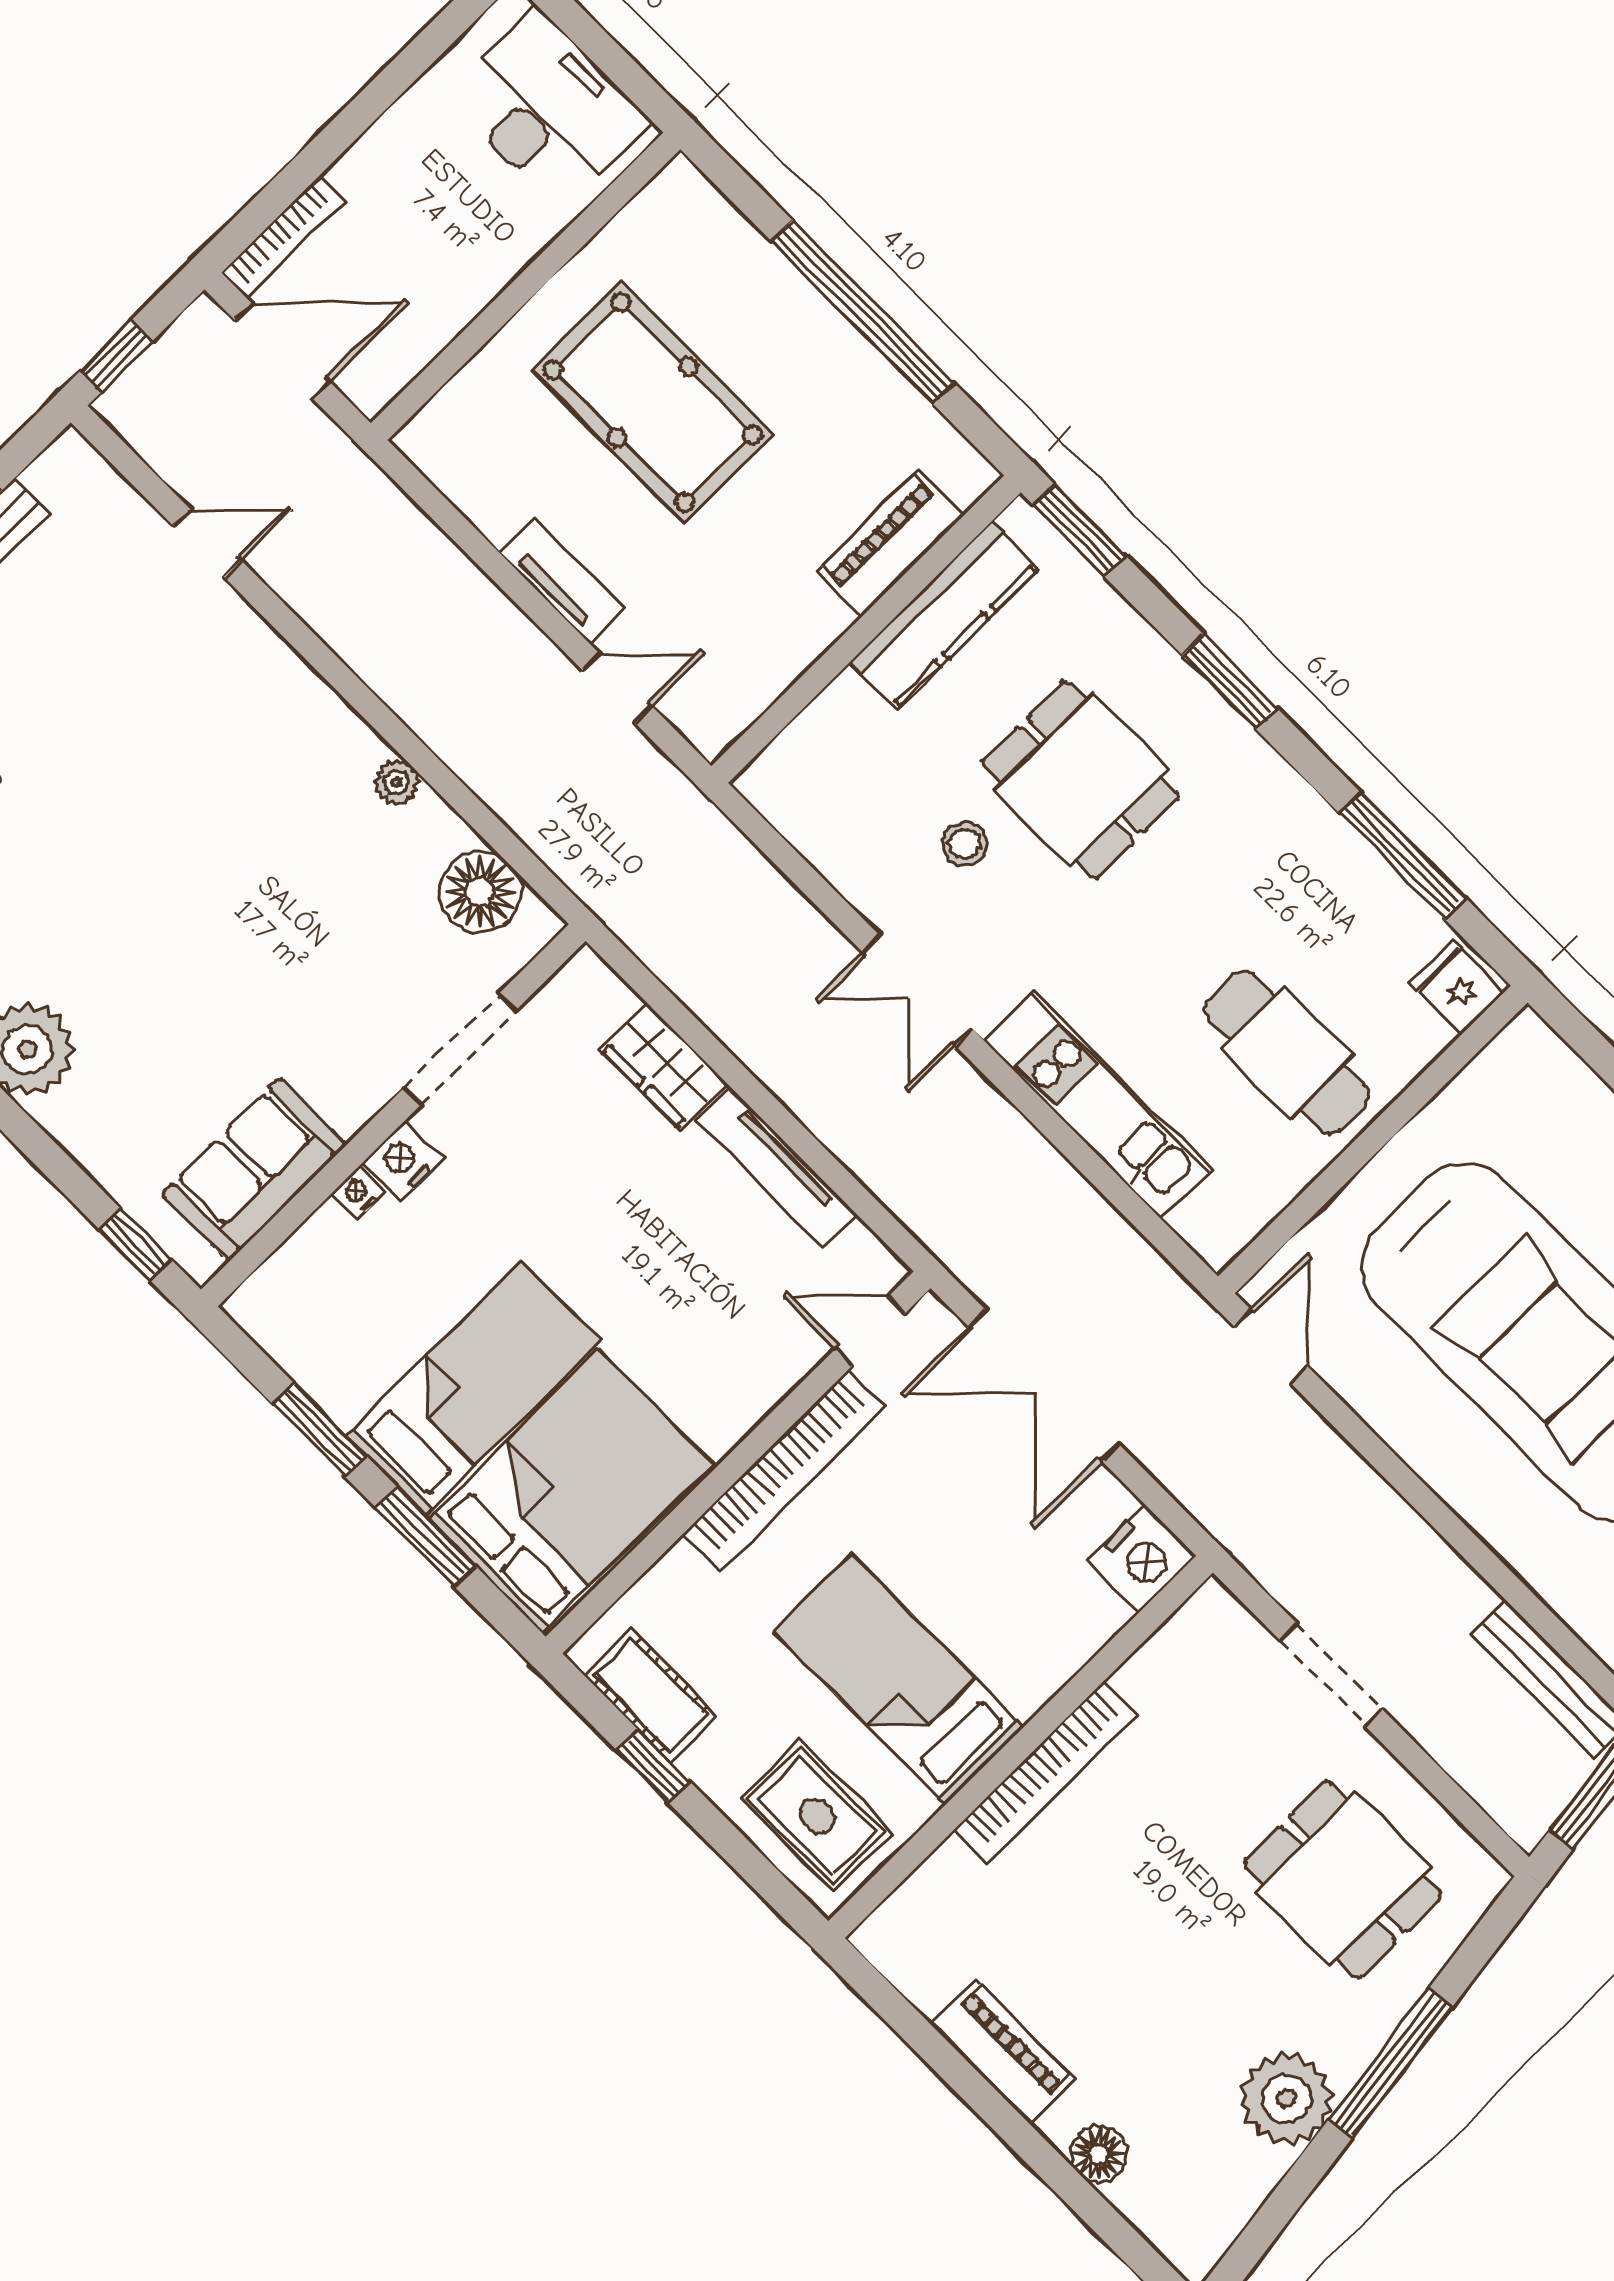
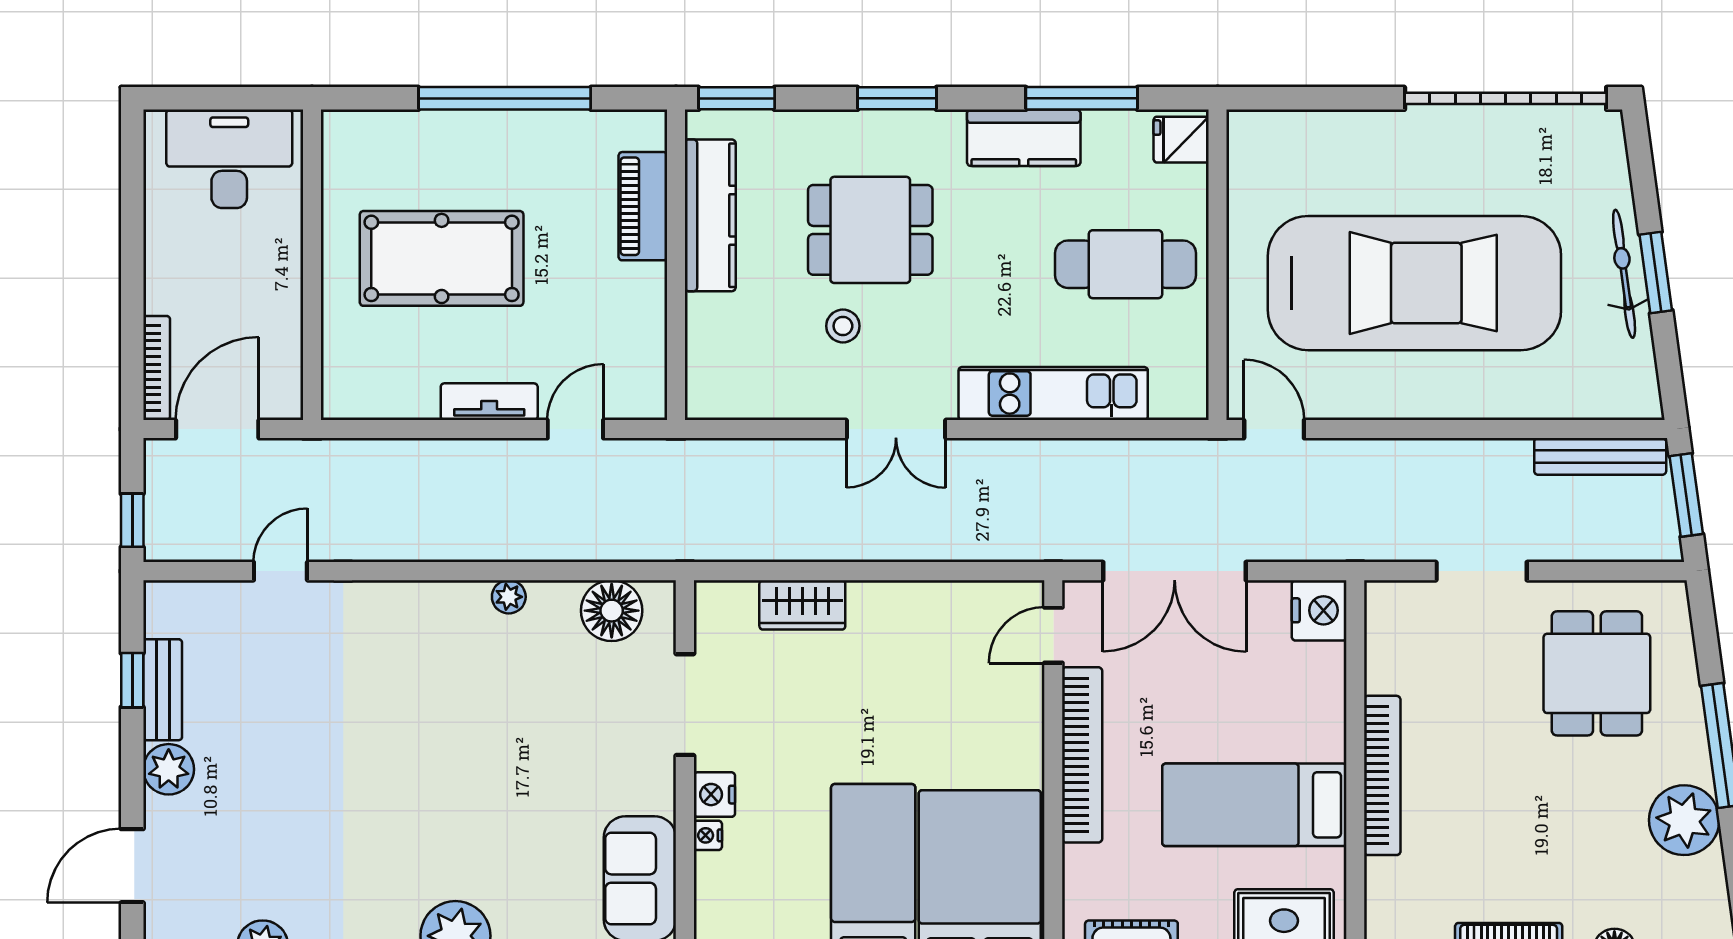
kitchen counter: (1311, 838) -> (1024, 138), added
tv unit: (776, 1167) -> (916, 598), removed
dining table: (1343, 1879) -> (1597, 673), turned 90

